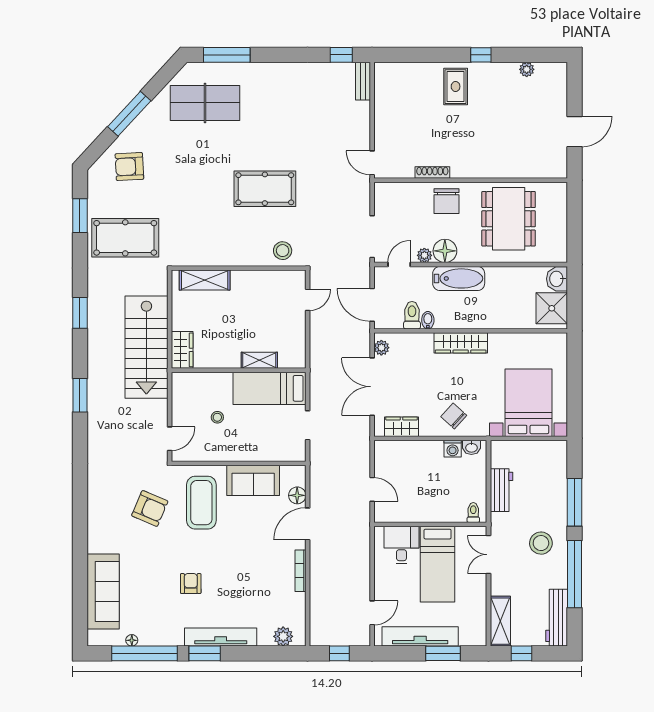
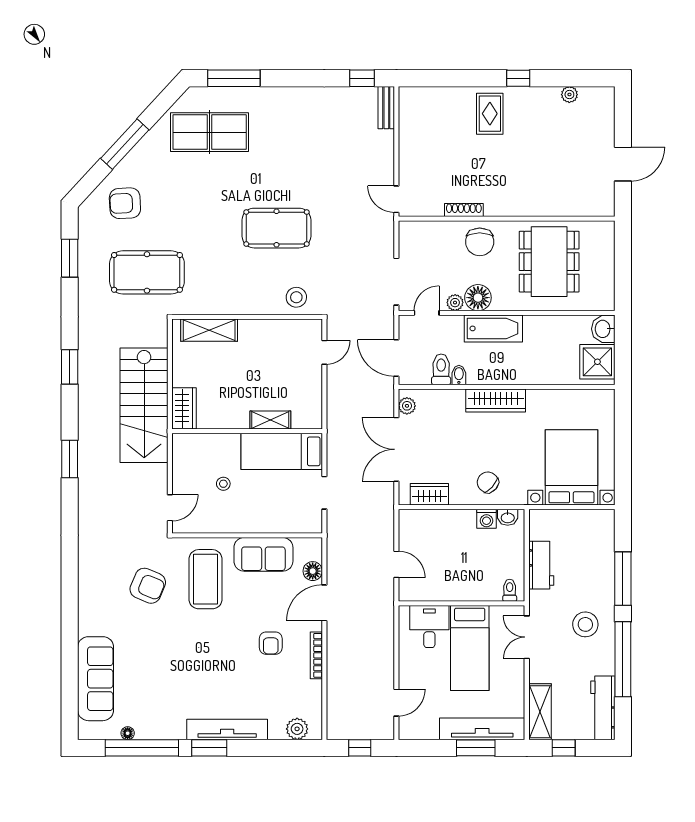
pool table: (125, 238) -> (147, 272), moved
armchair: (191, 584) -> (271, 643), moved, turned 180
tv unit: (420, 636) -> (482, 729), moved

